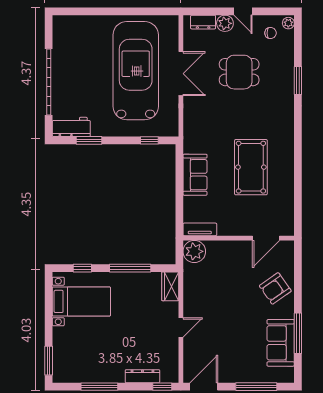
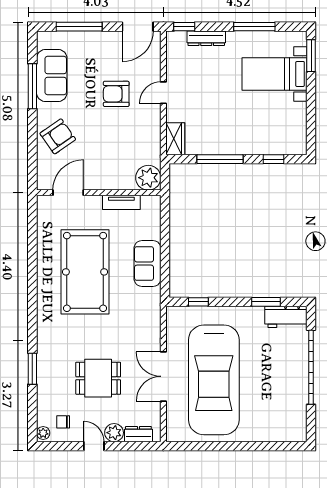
pool table: (251, 167) -> (85, 272), width x1.36, depth x1.32
tv unit: (200, 229) -> (121, 202), moved
bed with nightstands: (81, 301) -> (274, 74), moved
armchair: (223, 326) -> (116, 94), added

